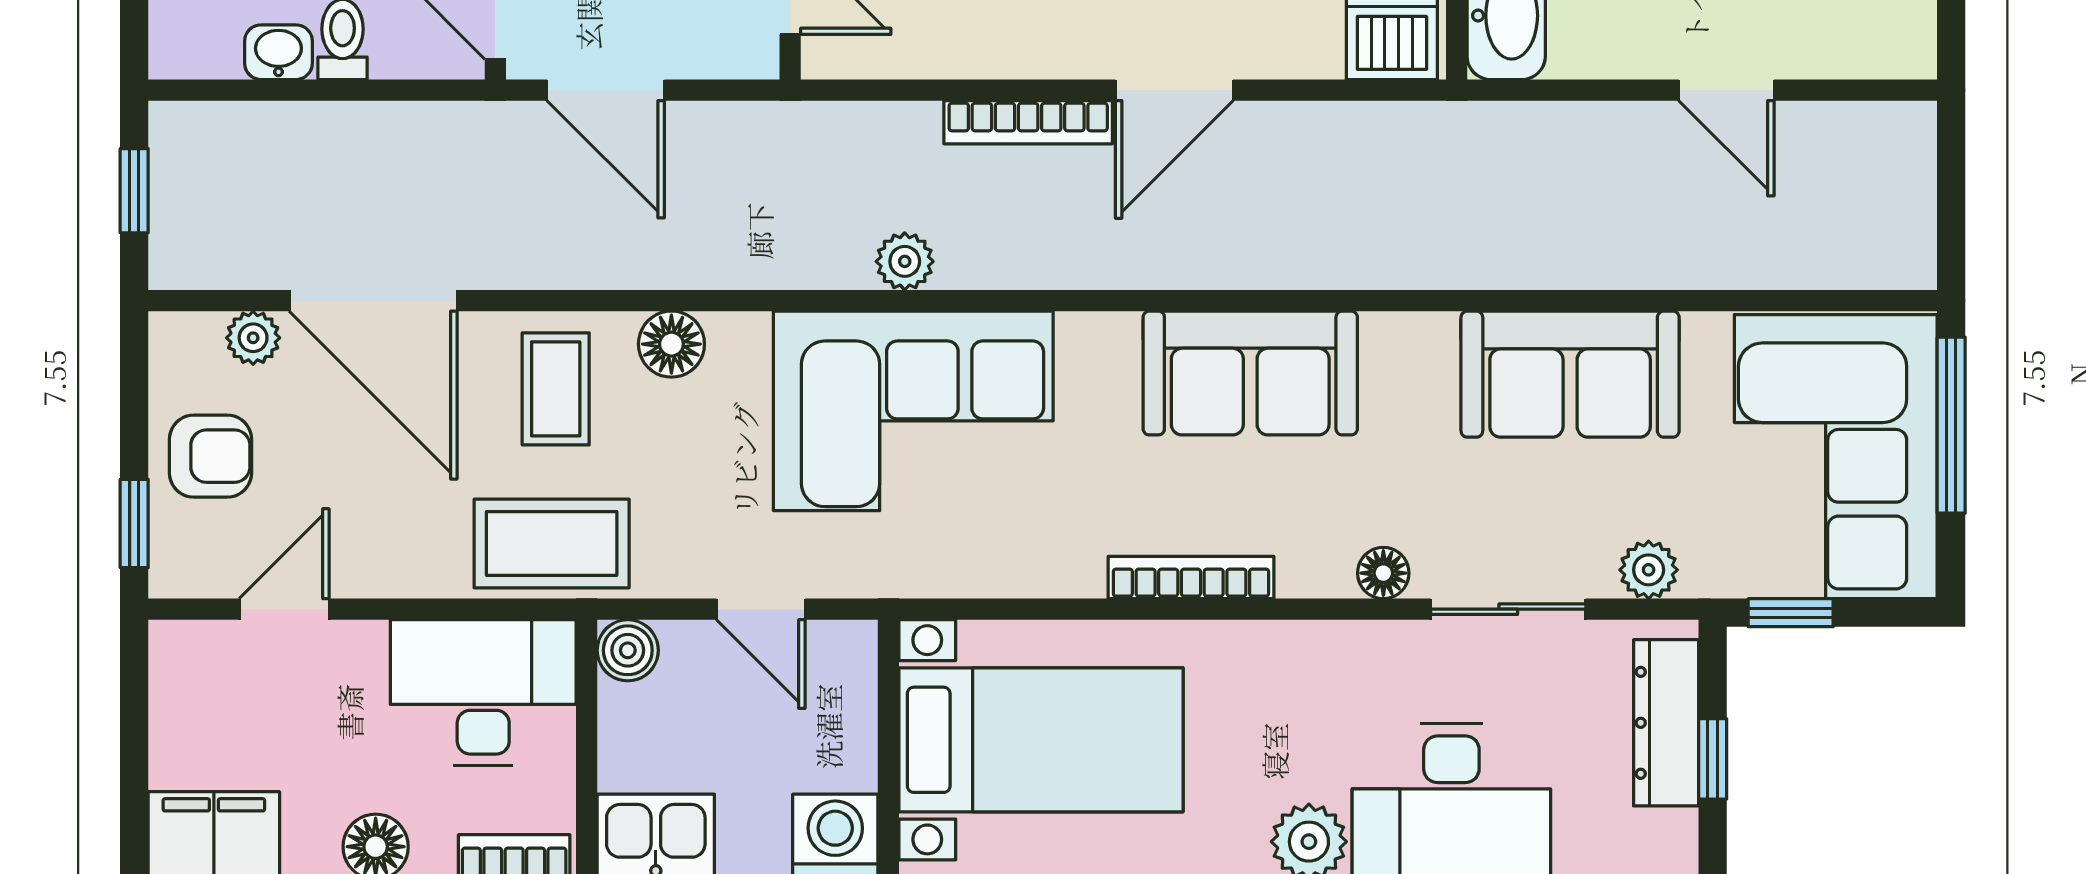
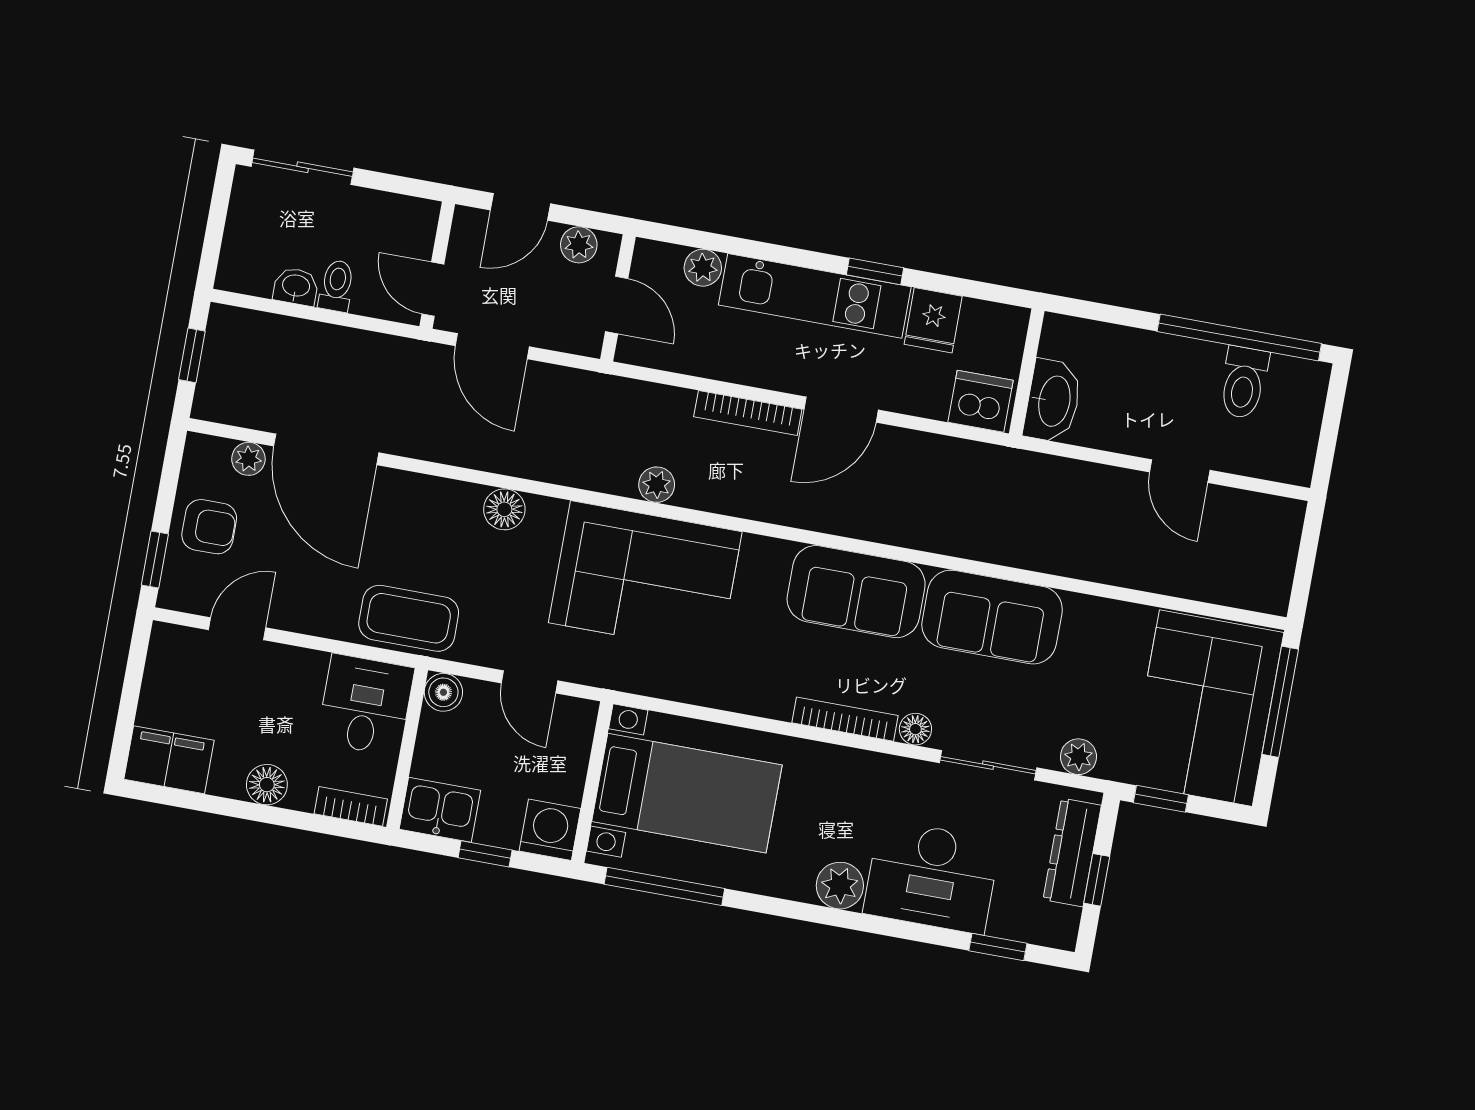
sofa: (1570, 374) -> (992, 617), moved
coffee table: (556, 389) -> (428, 524), removed
bookcase: (1191, 577) -> (845, 719), moved
desk: (483, 693) -> (366, 705), width x0.73

